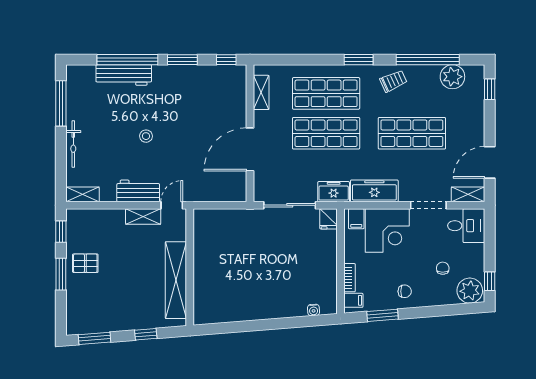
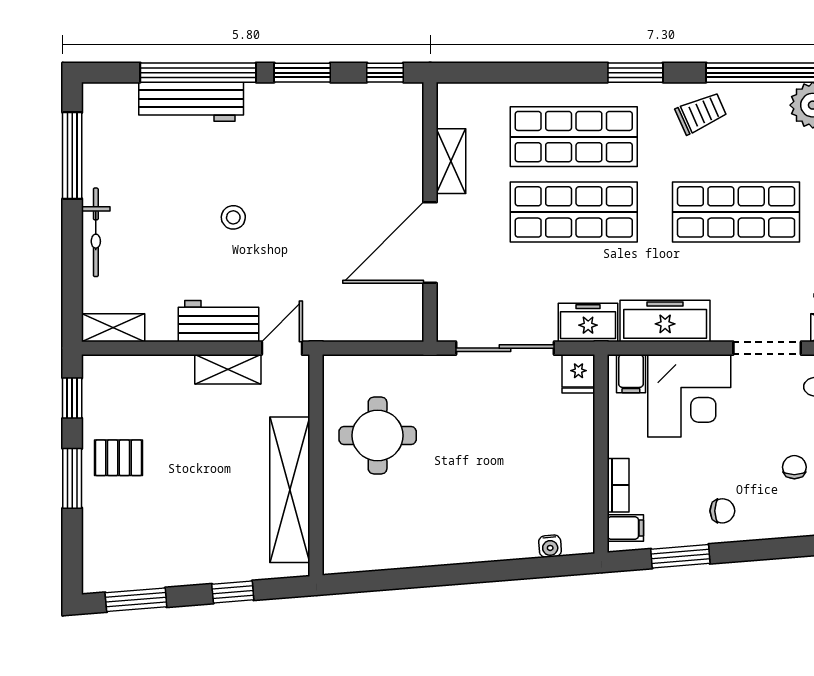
shelving: (261, 92) -> (451, 161), moved
round table: (222, 251) -> (378, 436), added

